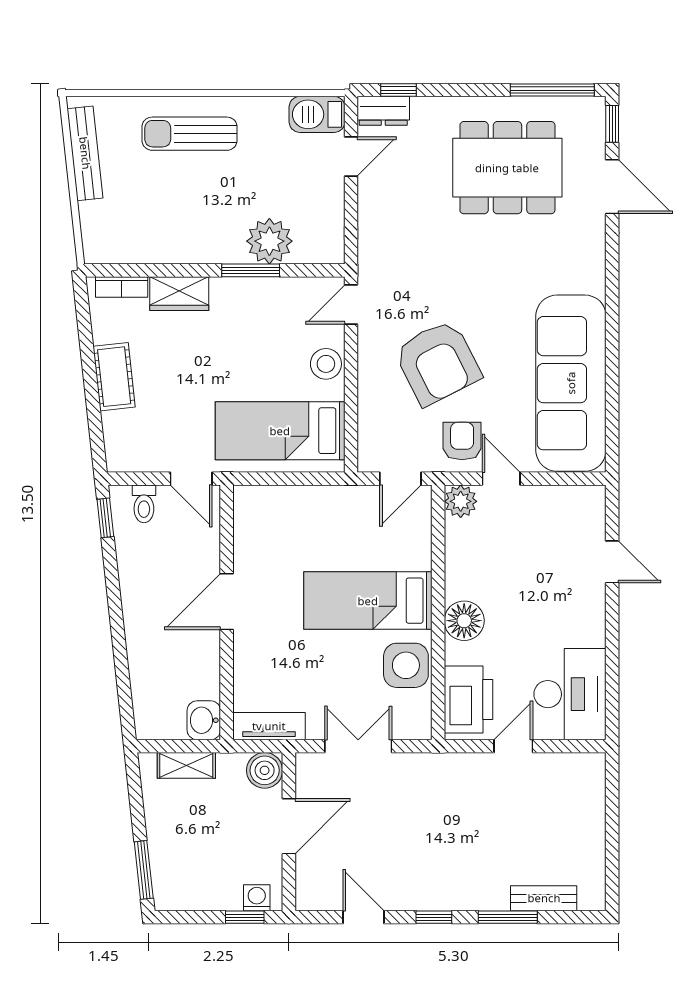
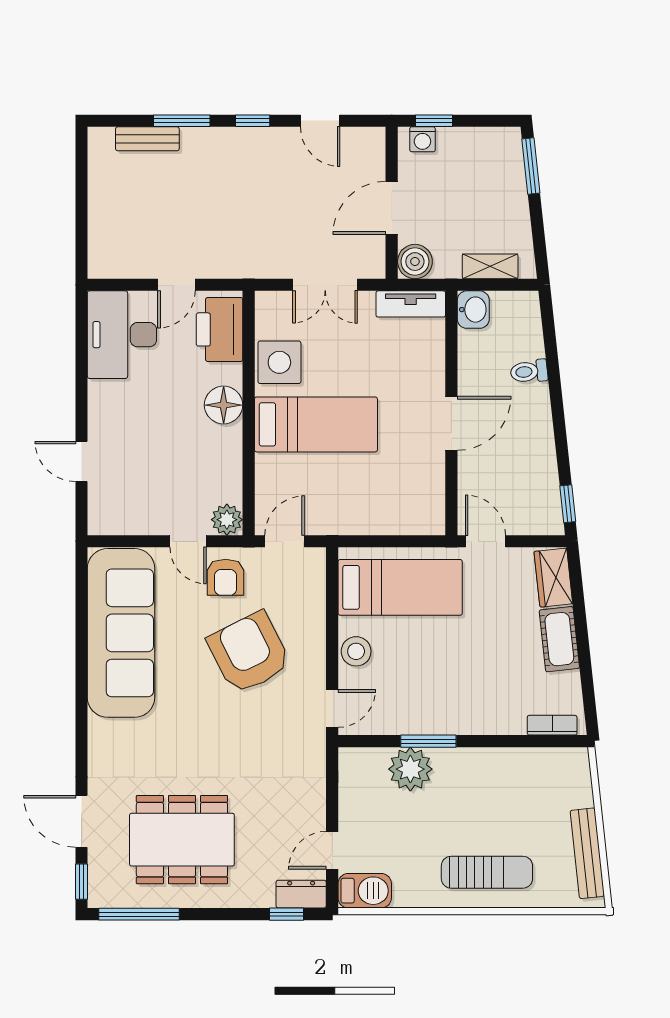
wardrobe: (179, 294) -> (553, 578), moved, turned -96
toilet: (144, 504) -> (529, 371), moved, turned -96

